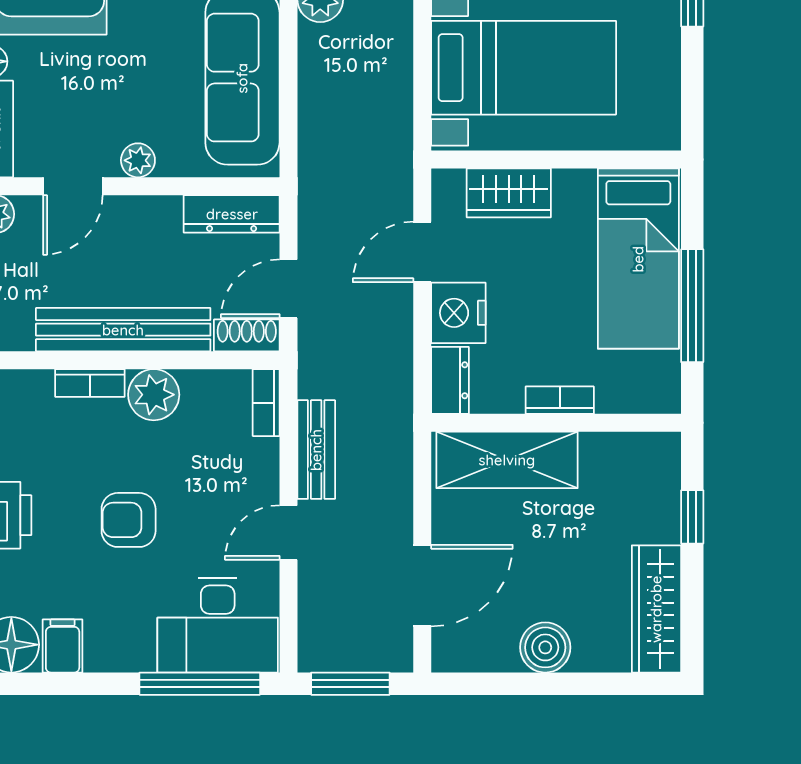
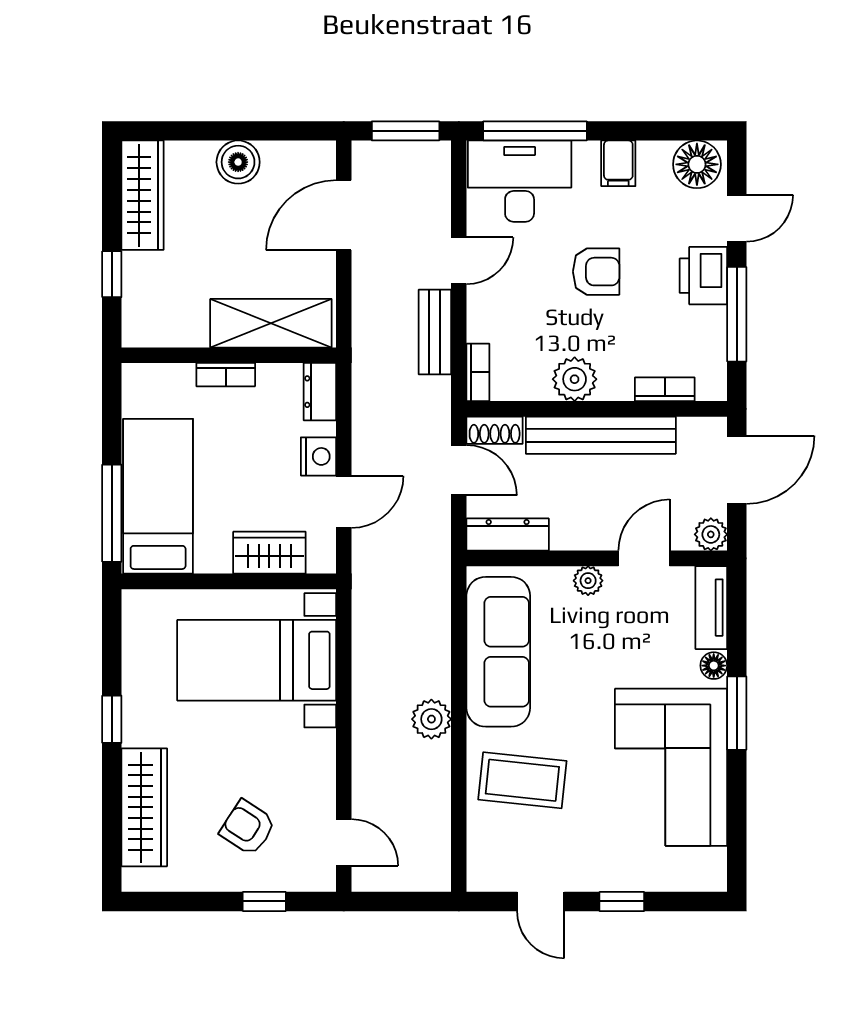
door: (288, 289) -> (459, 470), hinge flipped
window: (692, 306) -> (112, 513), moved
nightstand: (458, 313) -> (318, 456), width x0.74, depth x0.75
bookcase: (90, 383) -> (665, 389), moved
filing cabinet: (63, 646) -> (618, 163), moved

